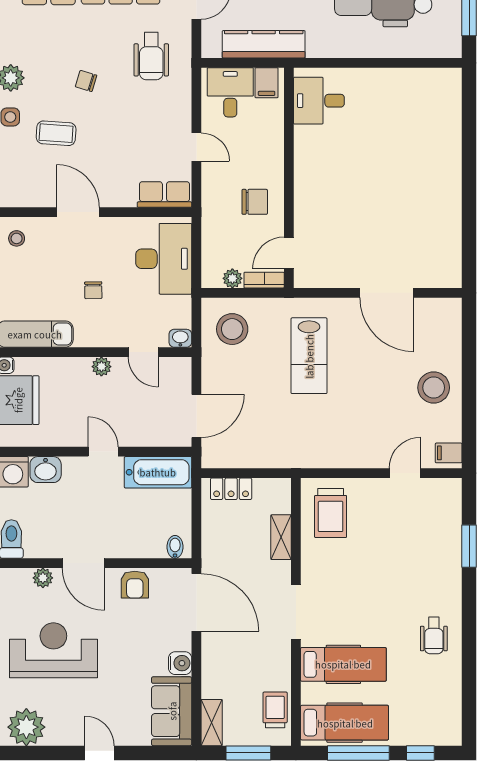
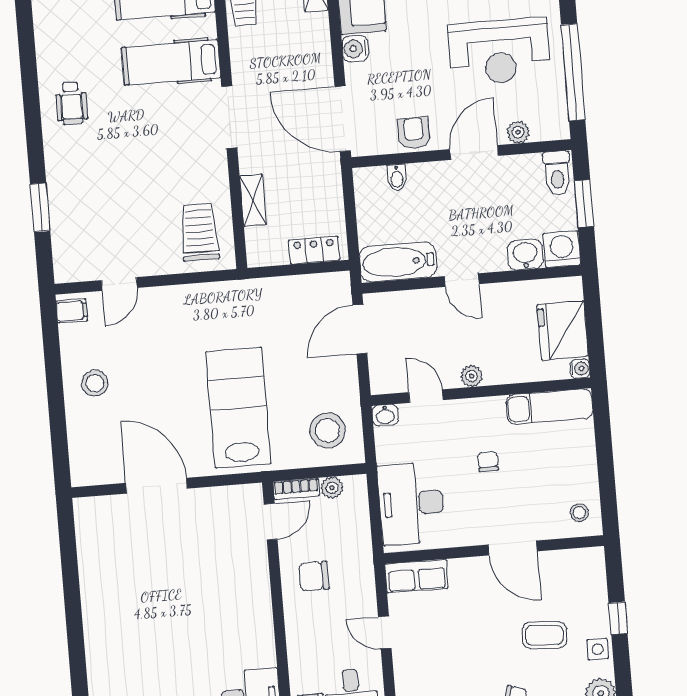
lab bench: (309, 356) -> (238, 408), width x1.36, depth x1.39
stool: (434, 388) -> (95, 383), width x0.73, depth x0.73
bidet: (175, 547) -> (397, 177), moved
door: (83, 563) -> (474, 152), hinge flipped
wheelchair: (434, 636) -> (72, 103), turned 180

